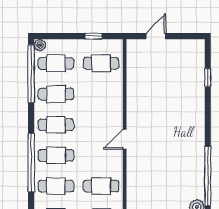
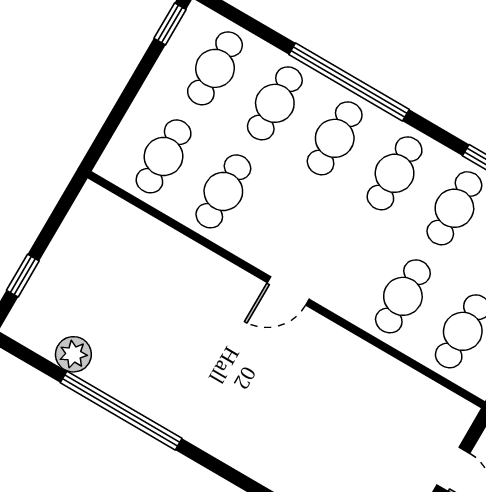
cafe table: (101, 94) -> (403, 296), added
door: (125, 139) -> (288, 291), swing flipped

